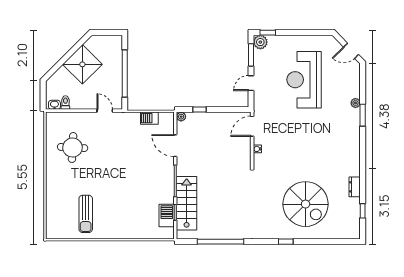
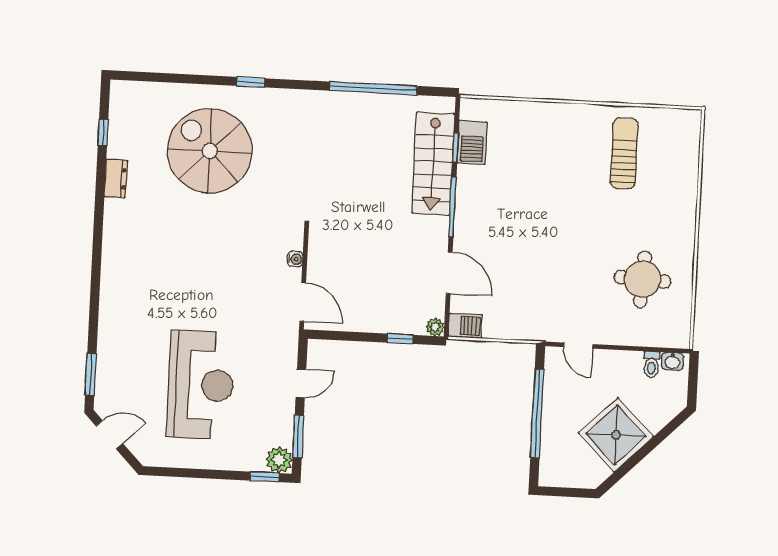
plant: (355, 103) -> (106, 336), removed
window: (363, 115) -> (91, 374), moved
barbecue: (149, 118) -> (465, 326), moved
door: (252, 126) -> (303, 302), hinge flipped

